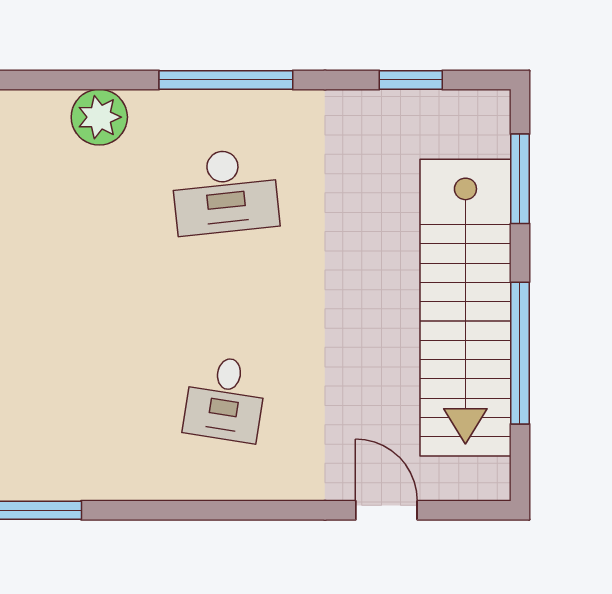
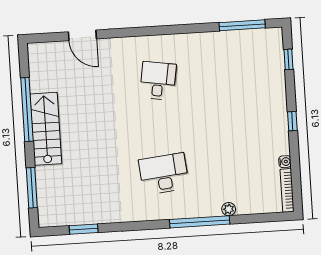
window: (226, 80) -> (200, 222), moved
plant: (99, 117) -> (229, 209), width x0.53, depth x0.53
stairs: (465, 308) -> (46, 129), width x0.54, depth x0.66

